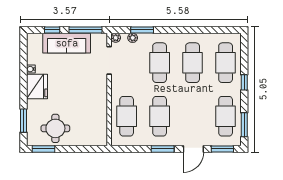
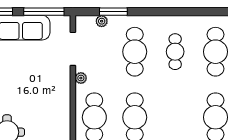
plant: (116, 38) -> (81, 78), moved
cafe table: (193, 63) -> (175, 52), width x0.73, depth x0.74

